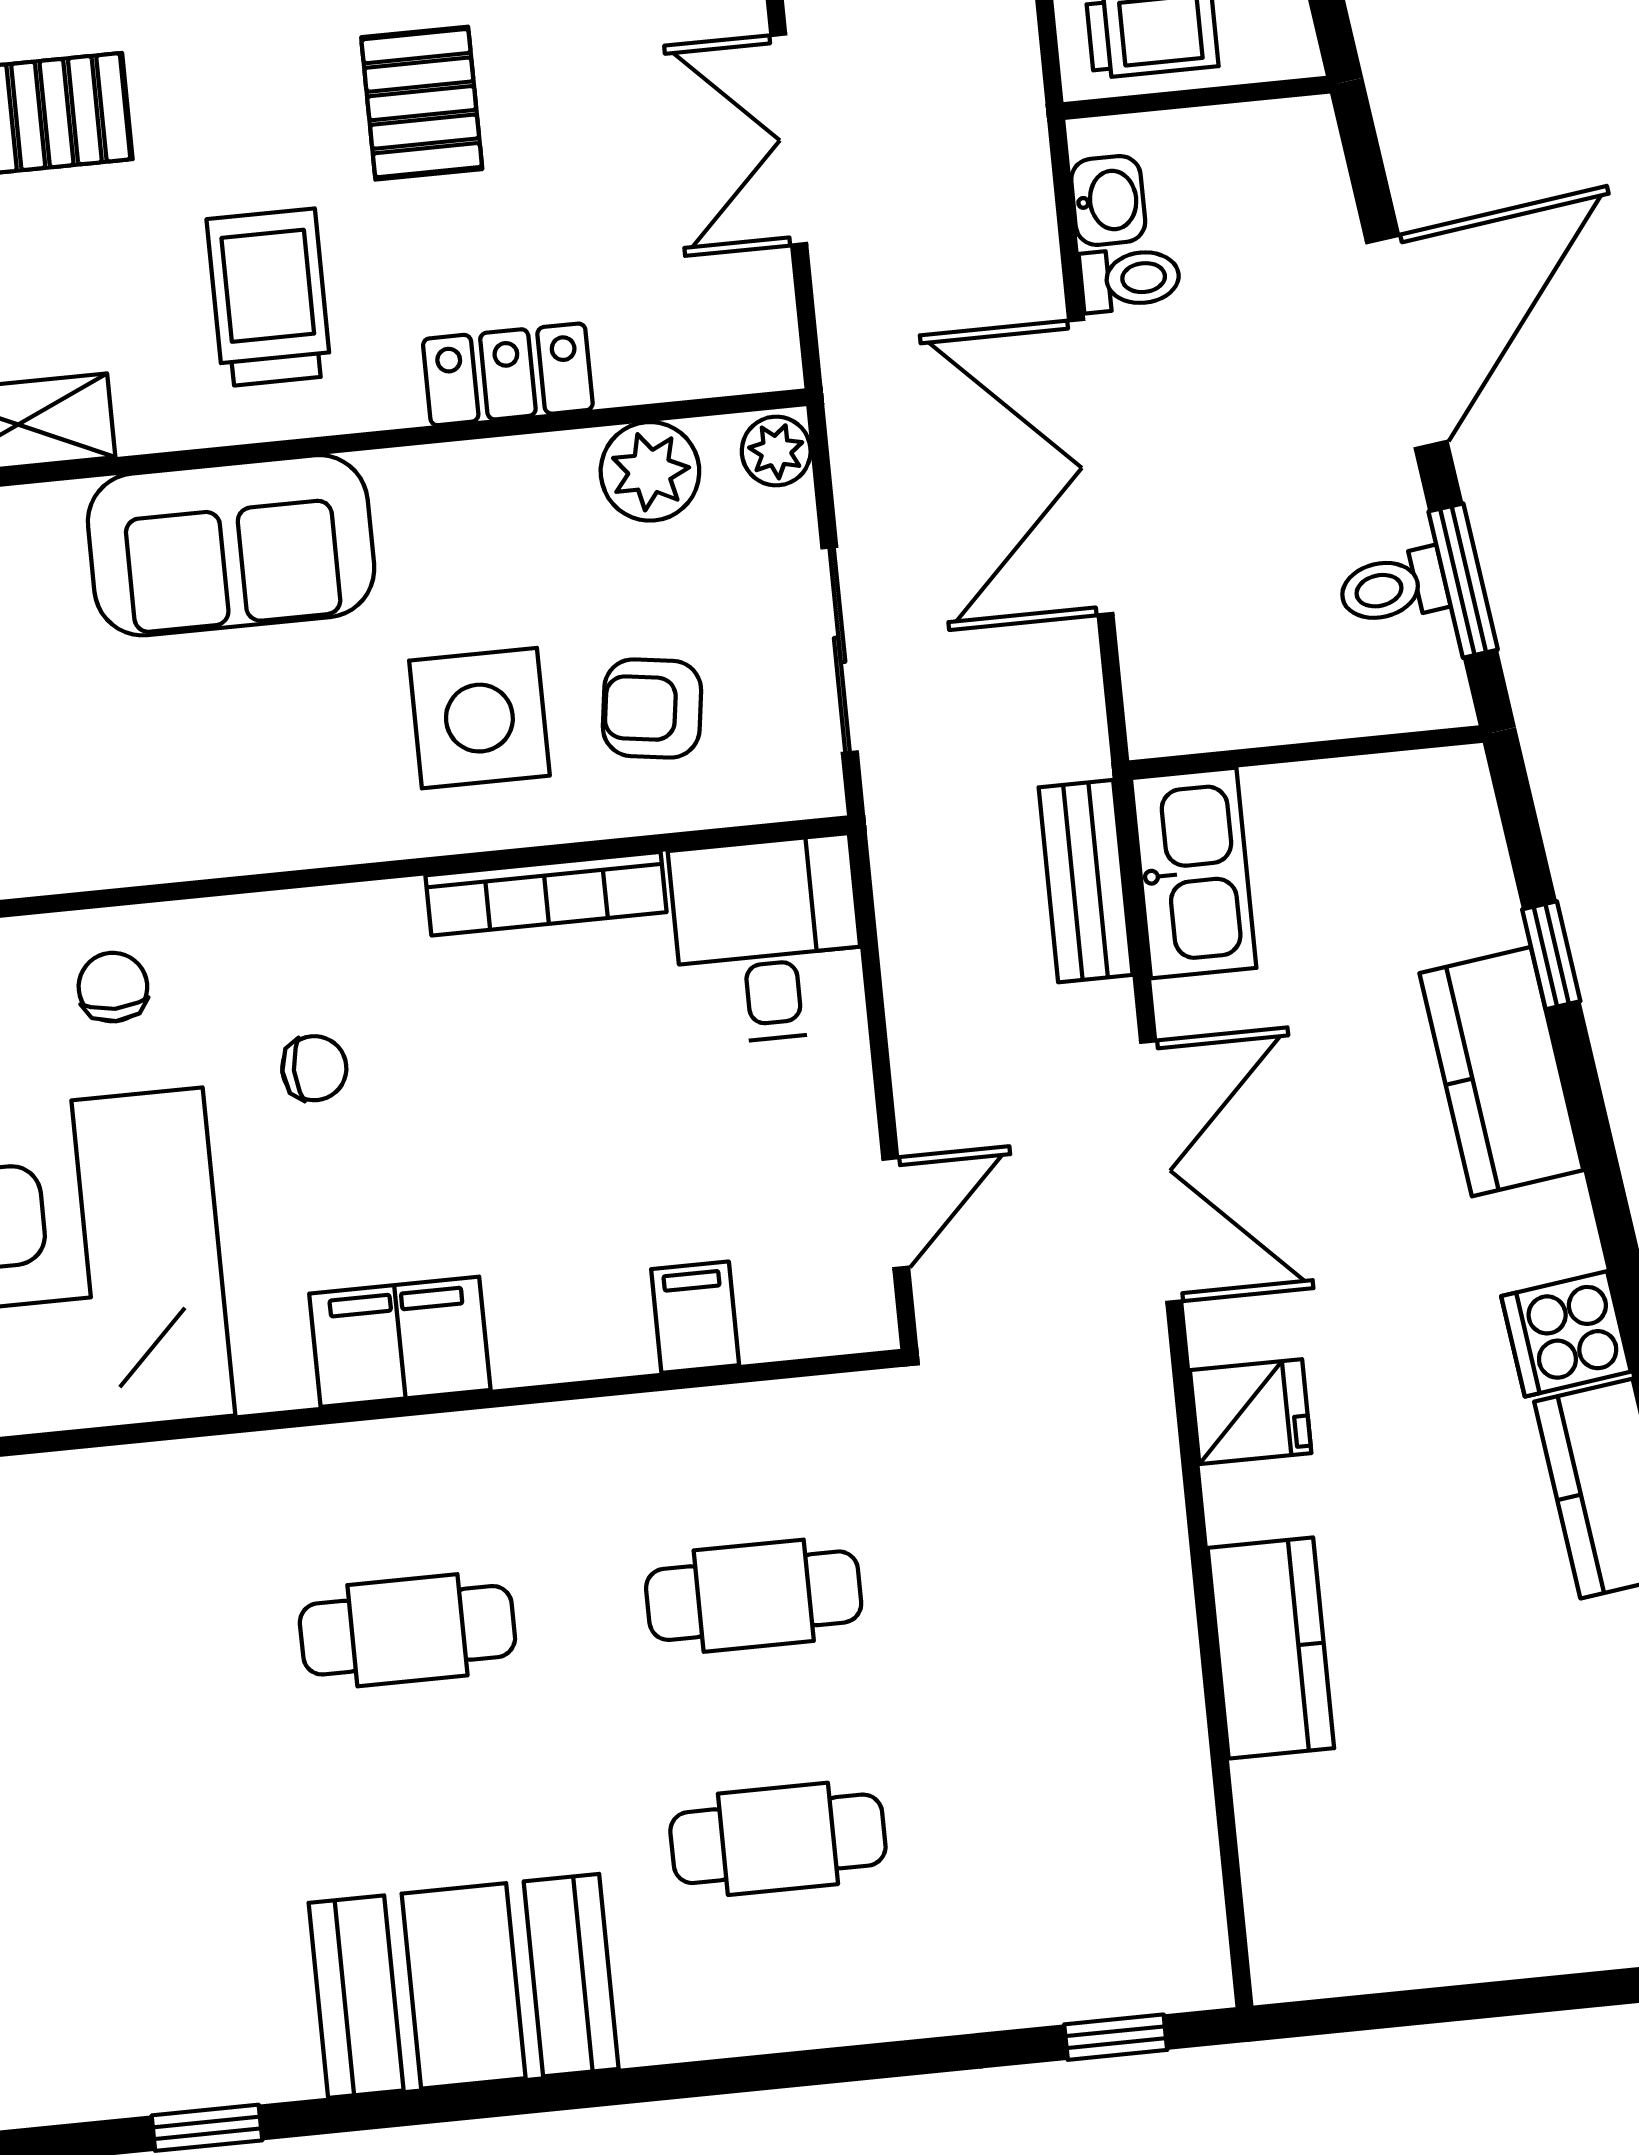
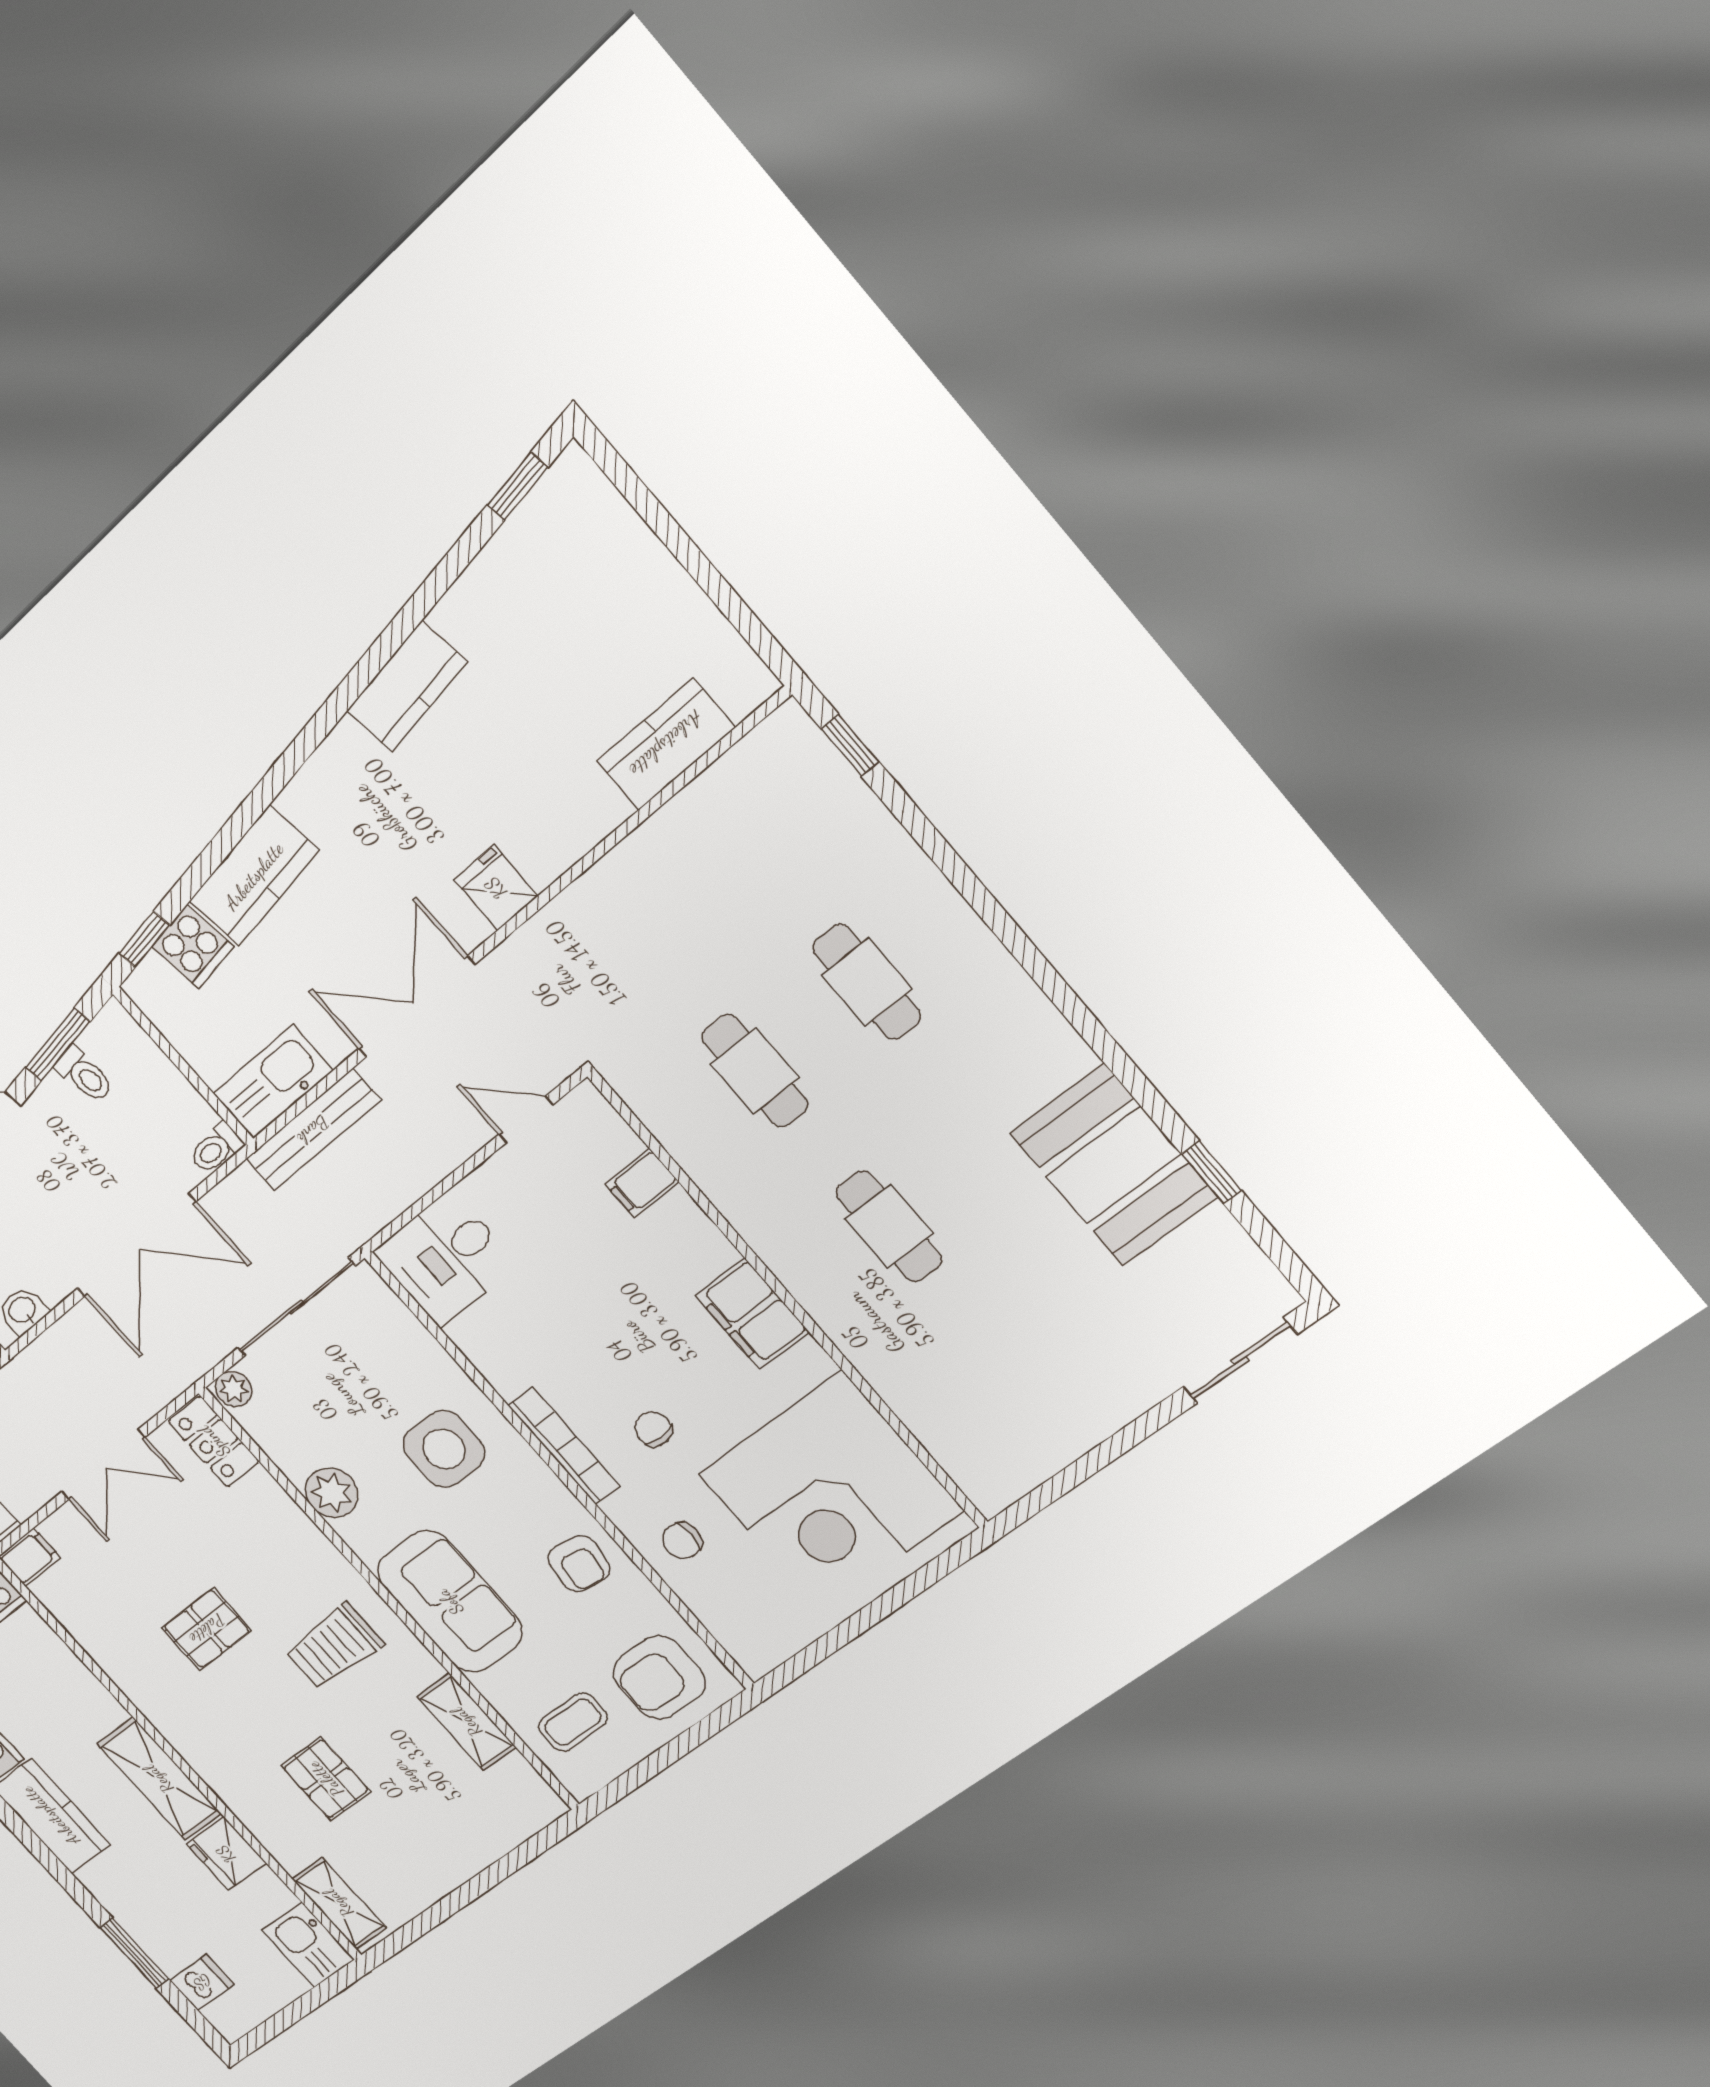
toilet: (1130, 279) -> (216, 1148), moved, turned -90
locker: (508, 374) -> (214, 1441), moved
plant: (650, 471) -> (332, 1493), moved
sliding door: (840, 650) -> (296, 1307), width x1.37
armchair: (652, 708) -> (579, 1564), moved
bench: (1086, 881) -> (313, 1130), width x1.36
bookcase: (546, 894) -> (564, 1446), moved
window: (1551, 955) -> (144, 939), moved
cooker: (1566, 1334) -> (193, 947), moved
kitchen counter: (1271, 1648) -> (666, 744), moved
booth: (464, 1986) -> (1113, 1165), moved

